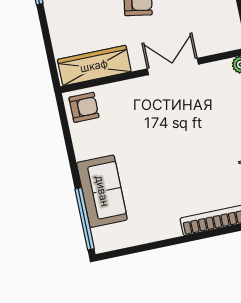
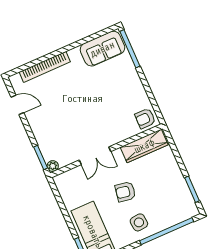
sofa: (102, 191) -> (102, 49), moved, turned -90

